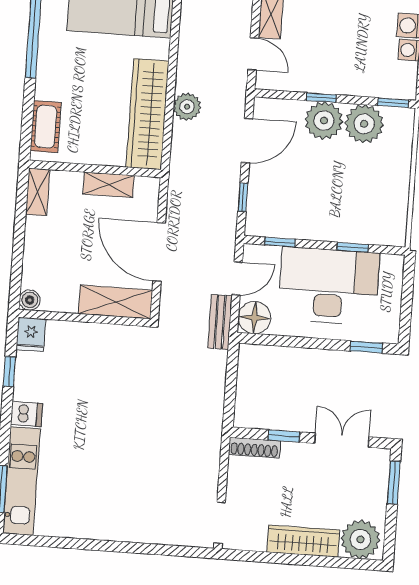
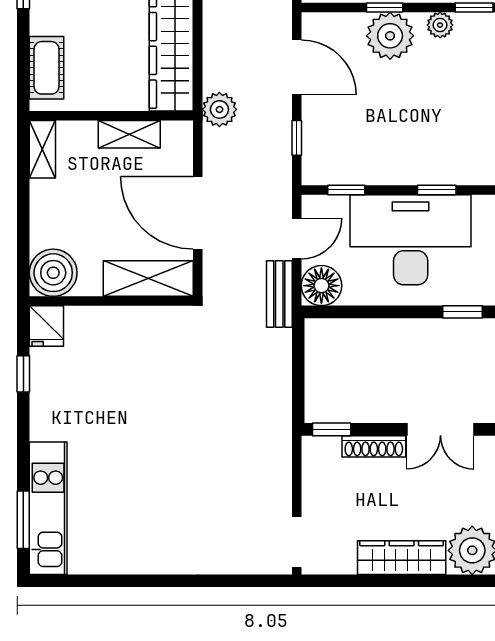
plant: (187, 107) -> (219, 109), moved
plant: (364, 124) -> (440, 25), width x0.53, depth x0.53
door: (247, 141) -> (297, 67), hinge flipped
boiler: (30, 300) -> (53, 273), width x1.86, depth x1.86
dishwasher: (26, 414) -> (48, 425), removed
window: (284, 436) -> (332, 429), moved
double door: (342, 440) -> (440, 429), swing flipped
shoe rack: (254, 448) -> (374, 446), moved

